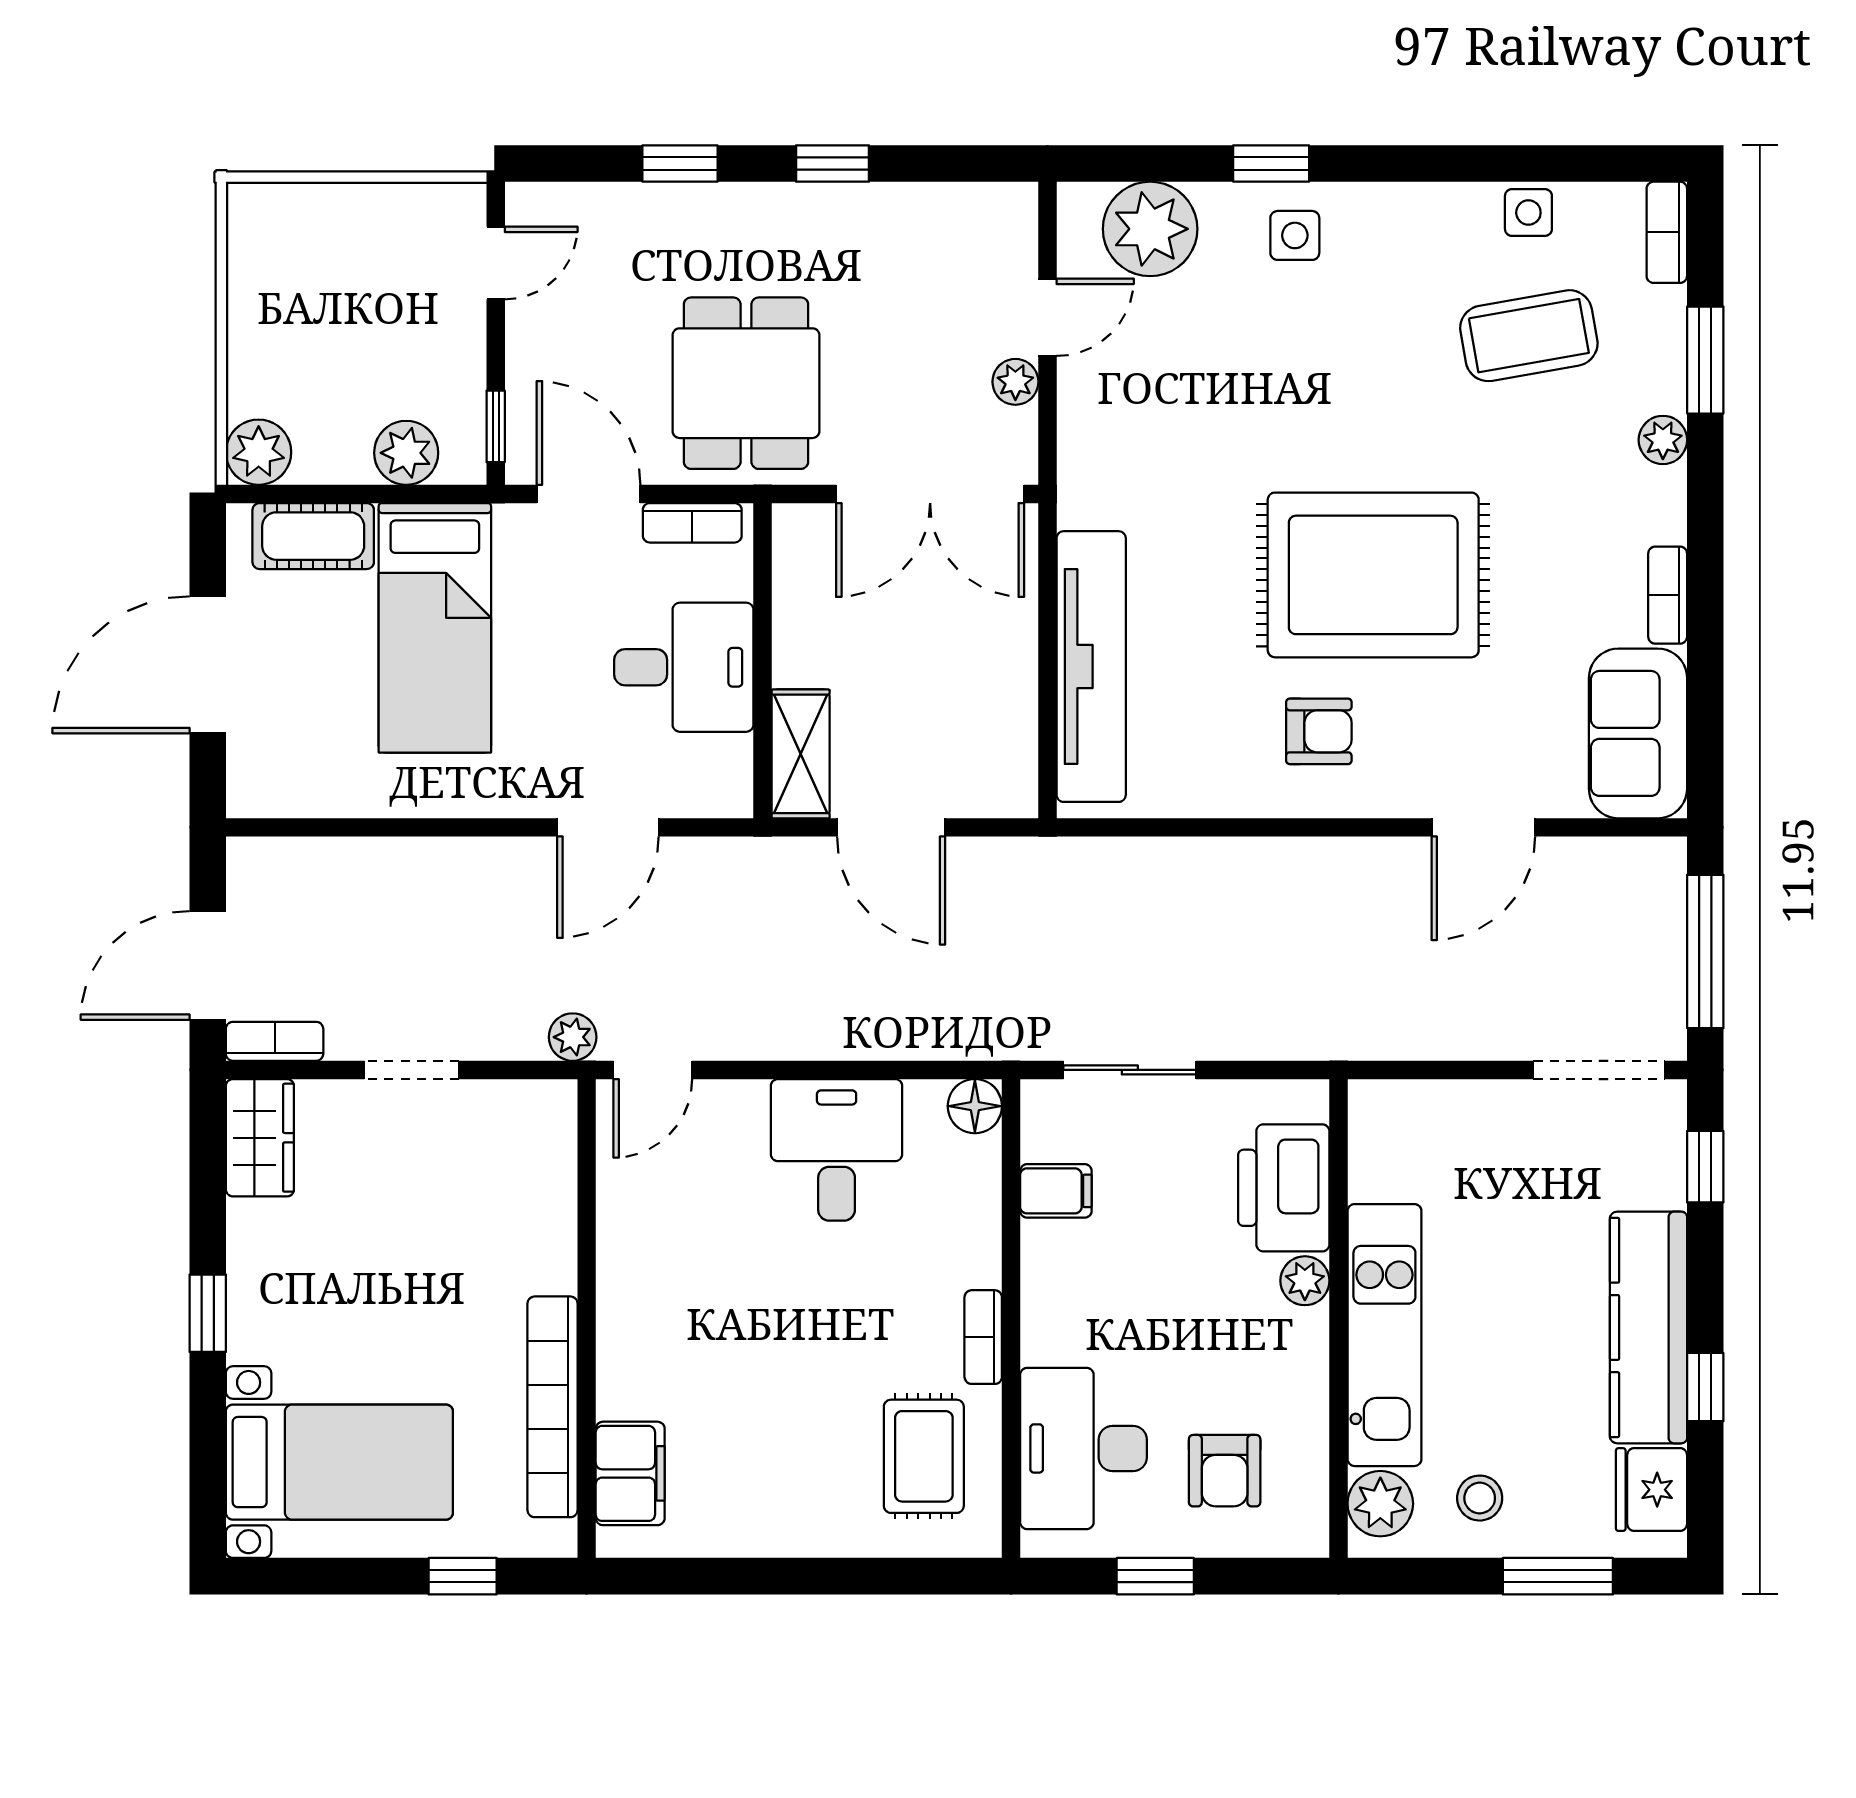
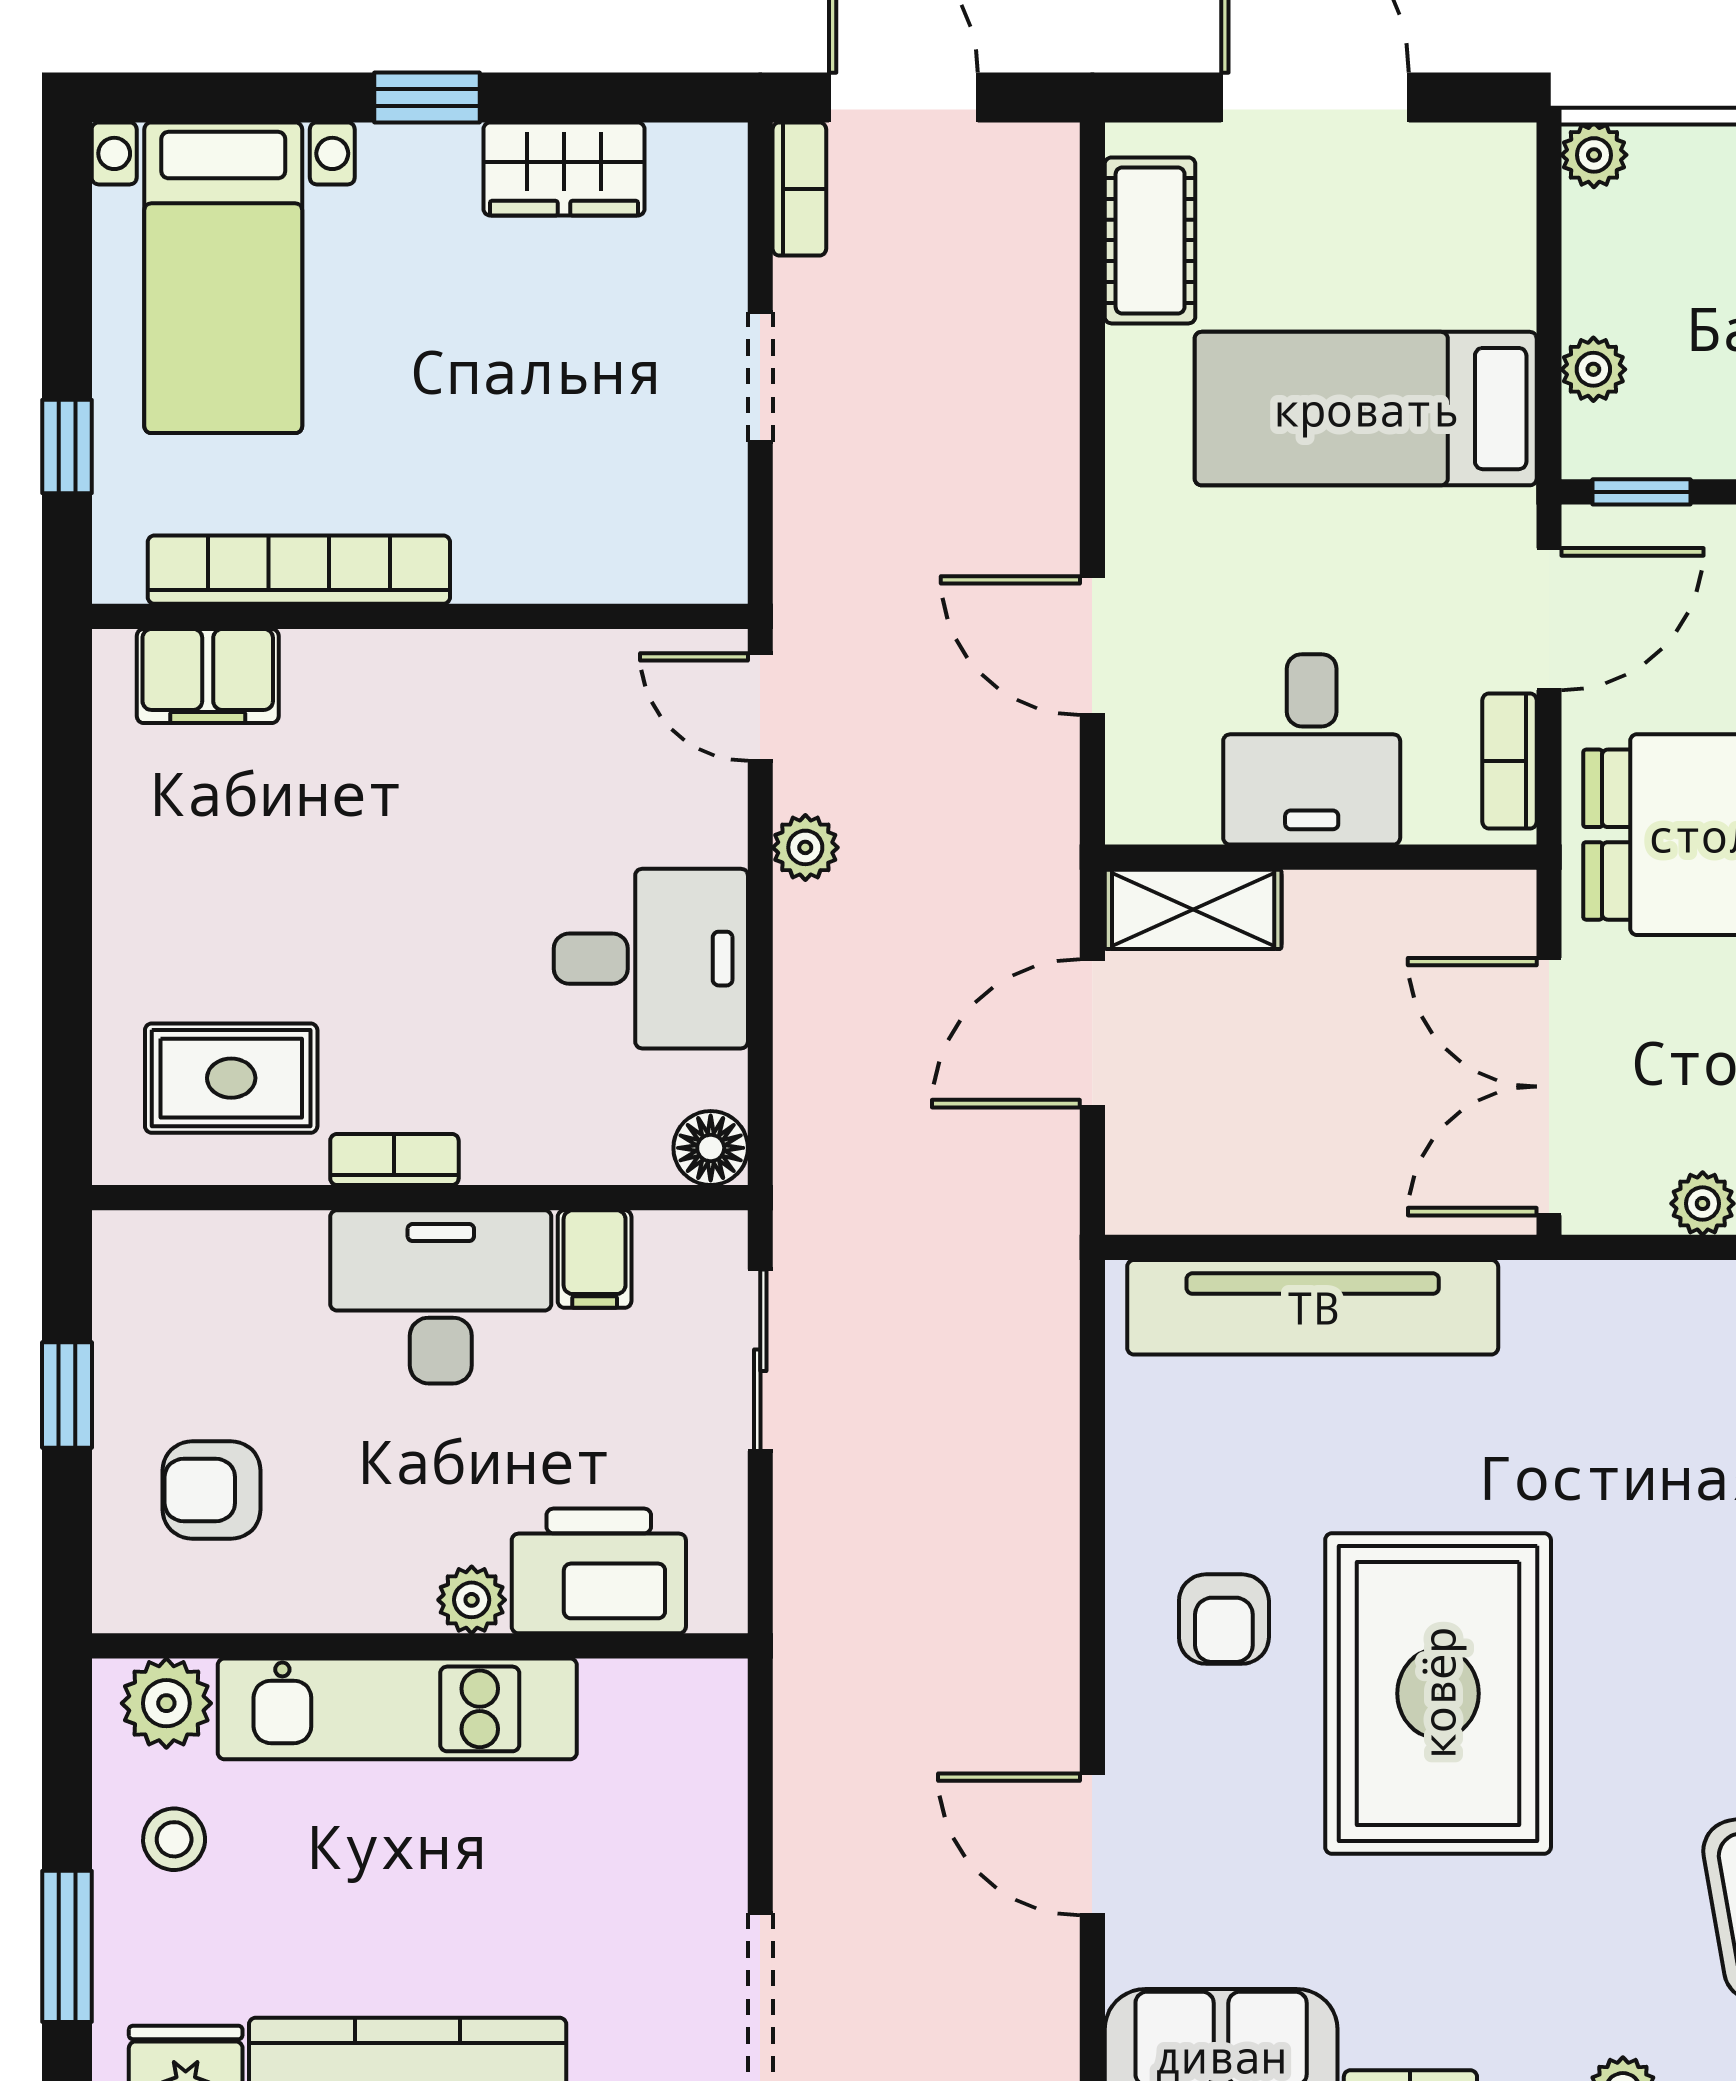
plant: (259, 452) -> (1594, 155), width x0.73, depth x0.73
plant: (406, 453) -> (1593, 369), width x0.73, depth x0.73
cot: (313, 536) -> (1150, 240), moved
plant: (573, 1037) -> (805, 847), moved
wardrobe: (260, 1138) -> (564, 169), moved
desk: (1083, 1448) -> (441, 1297), moved

